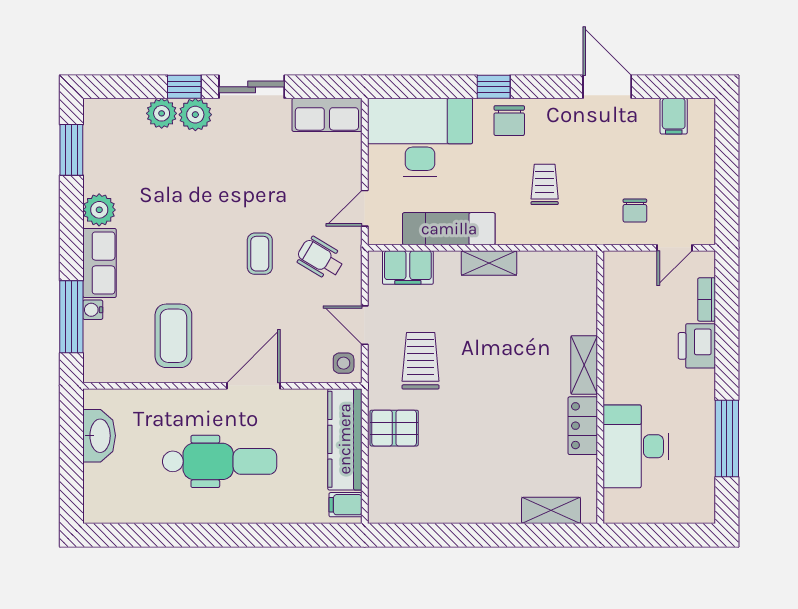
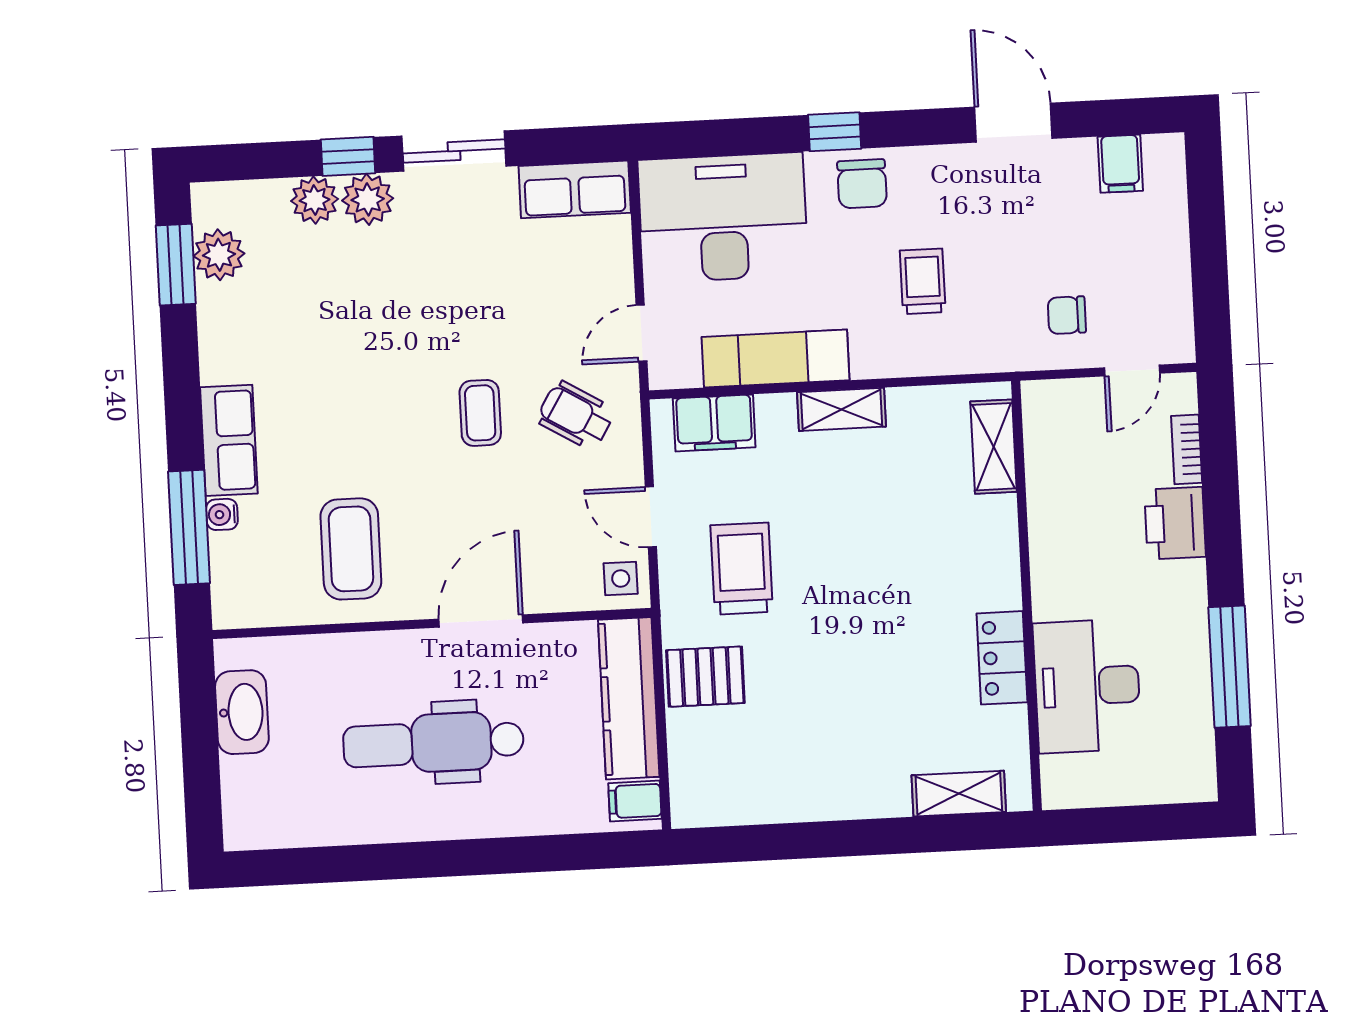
plant: (99, 210) -> (219, 255), moved
chair: (635, 211) -> (1067, 315), turned 90
shelving: (584, 365) -> (994, 447), moved
dental chair: (220, 461) -> (433, 743), turned 180

